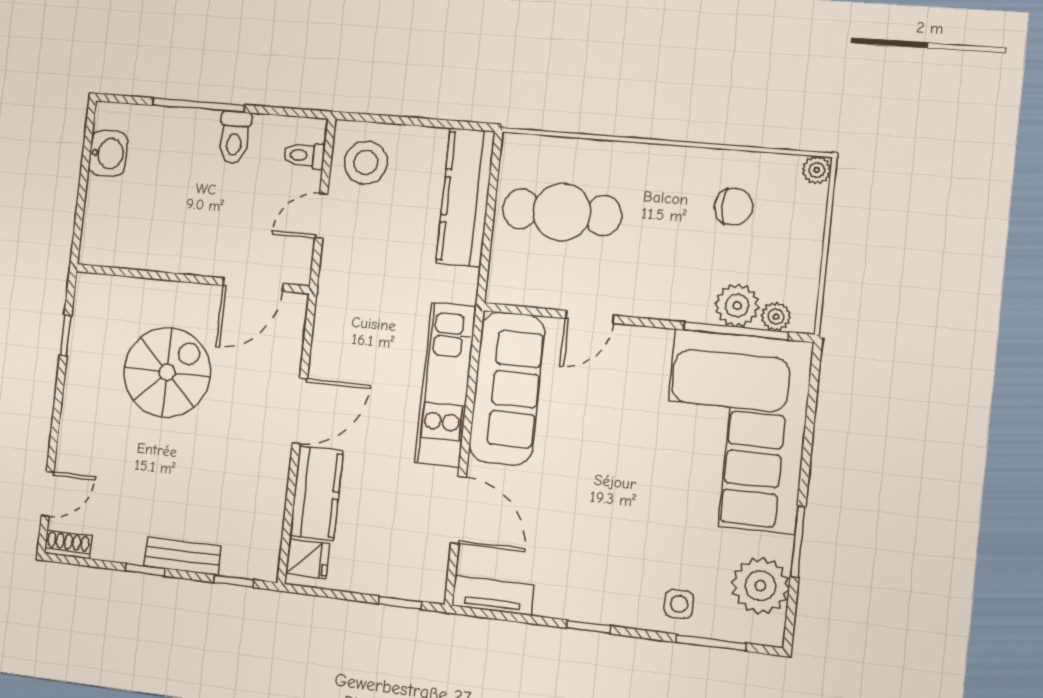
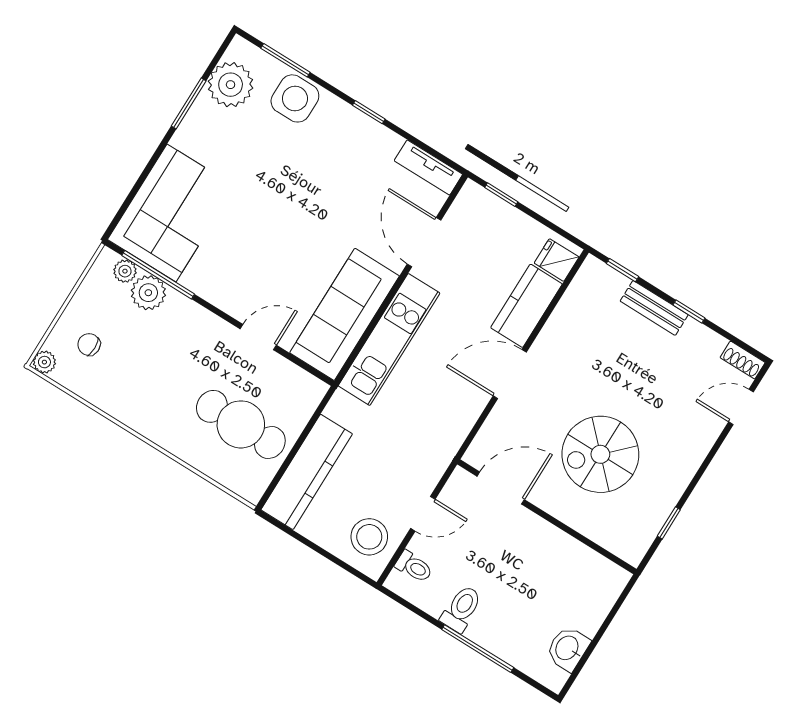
chair: (734, 207) -> (89, 345), moved, width x0.73, depth x0.73
corner sofa: (735, 431) -> (171, 213), width x0.73, depth x0.74
side table: (679, 604) -> (295, 98), width x1.87, depth x1.87

